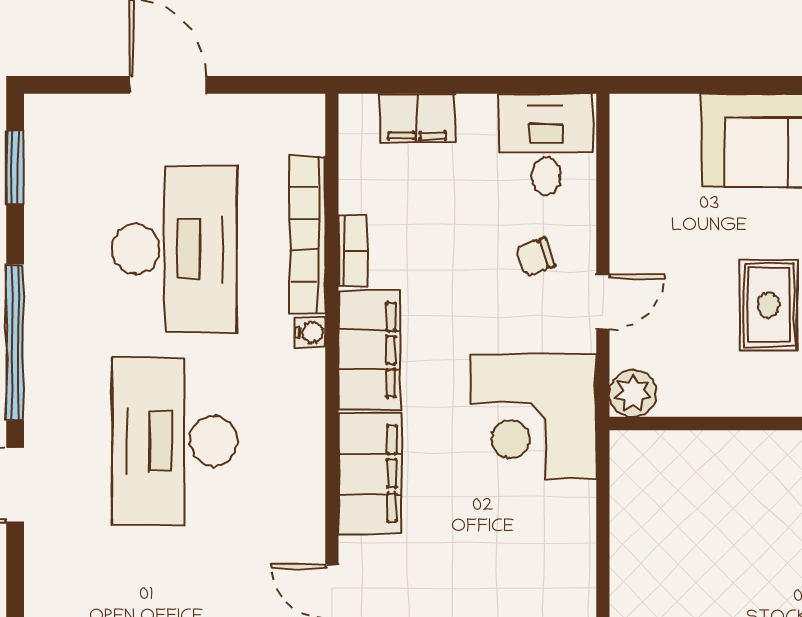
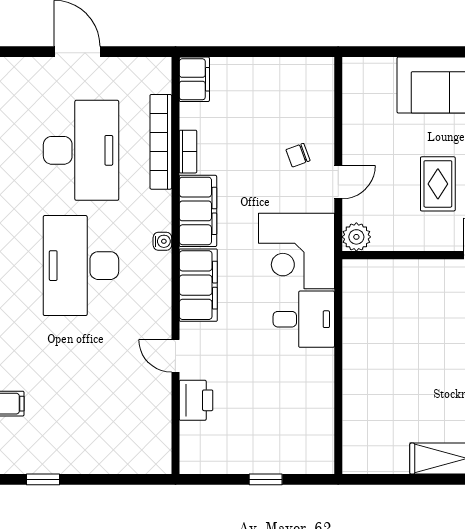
filing cabinet: (417, 118) -> (194, 79), moved, turned -90
desk: (546, 144) -> (304, 319), moved, turned 90
water cooler: (310, 333) -> (162, 241), moved

